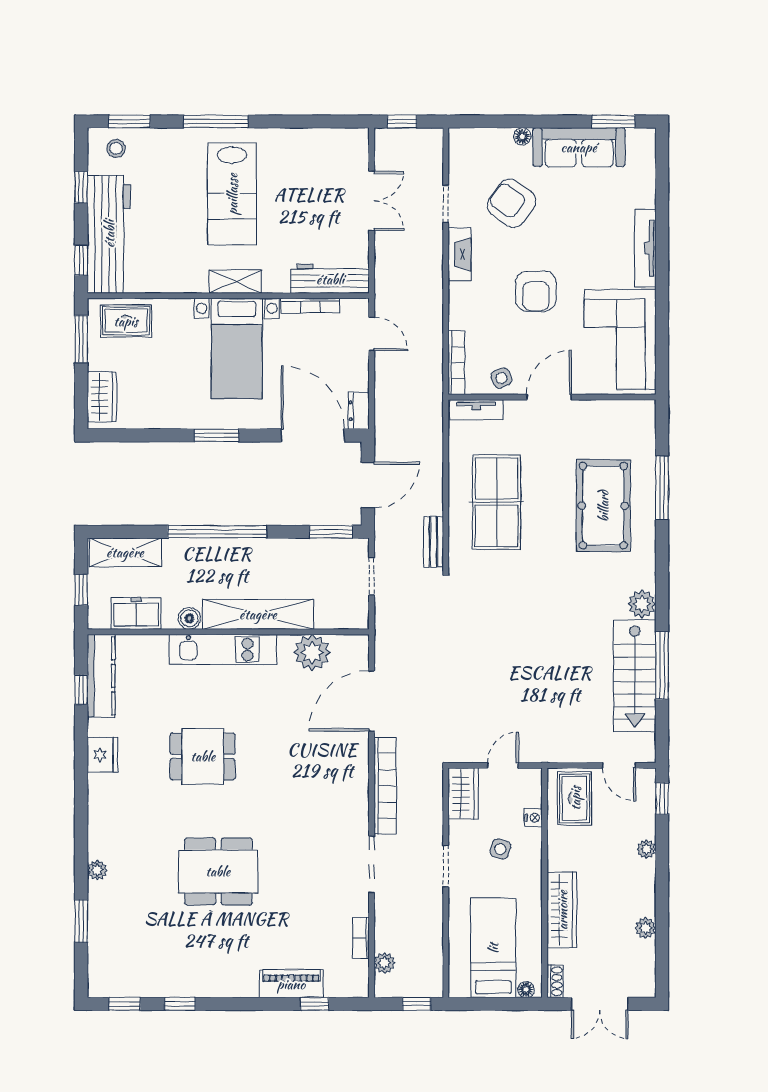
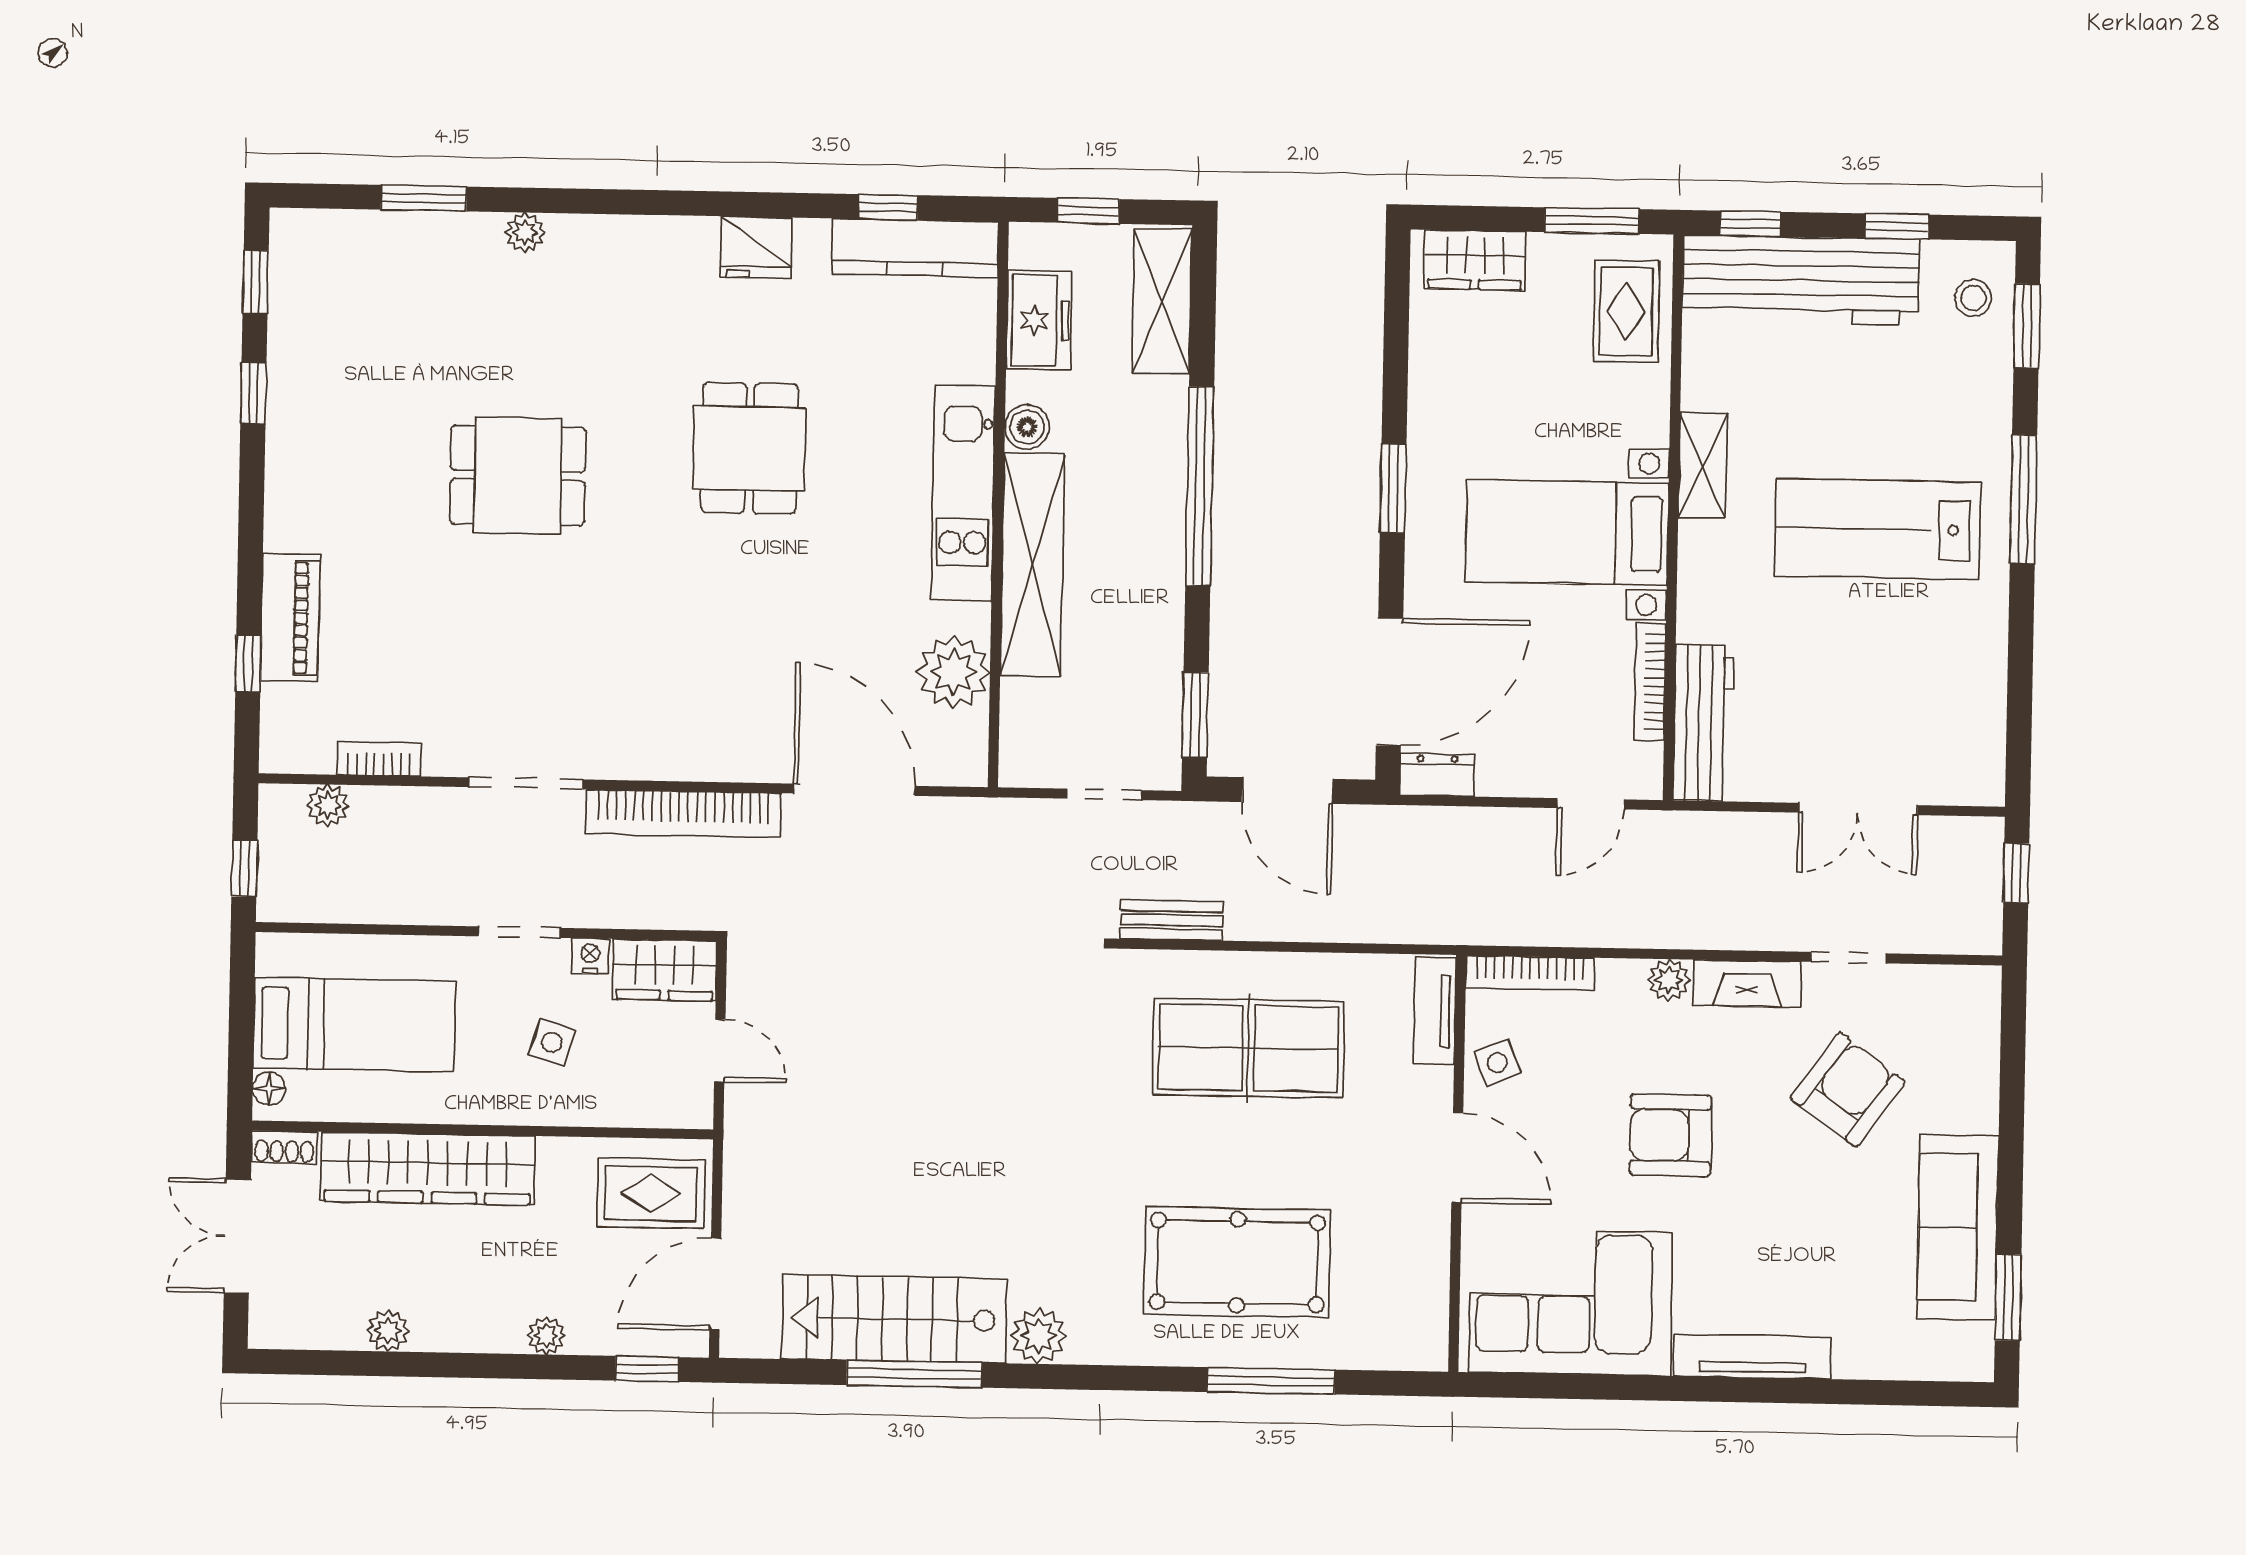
floor lamp: (522, 136) -> (1982, 1114), removed
shelving: (235, 282) -> (1703, 465), moved
plant: (459, 293) -> (1669, 980), added
door: (619, 765) -> (715, 1284), width x1.38
nightstand: (533, 818) -> (590, 956), moved, turned 180
dining table: (218, 871) -> (518, 476), width x0.73
wardrobe: (562, 910) -> (428, 1168), width x1.40, depth x1.17

